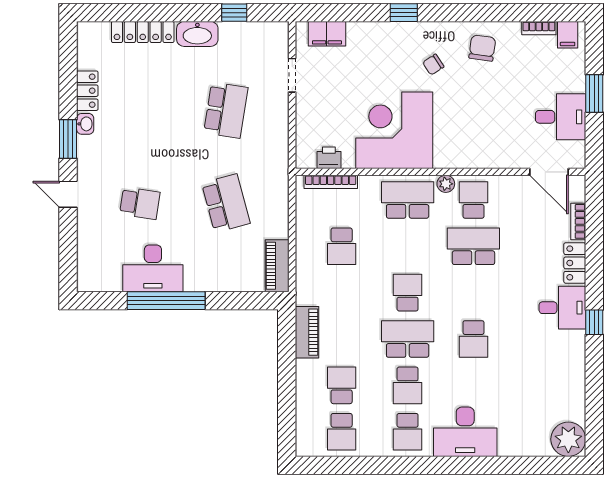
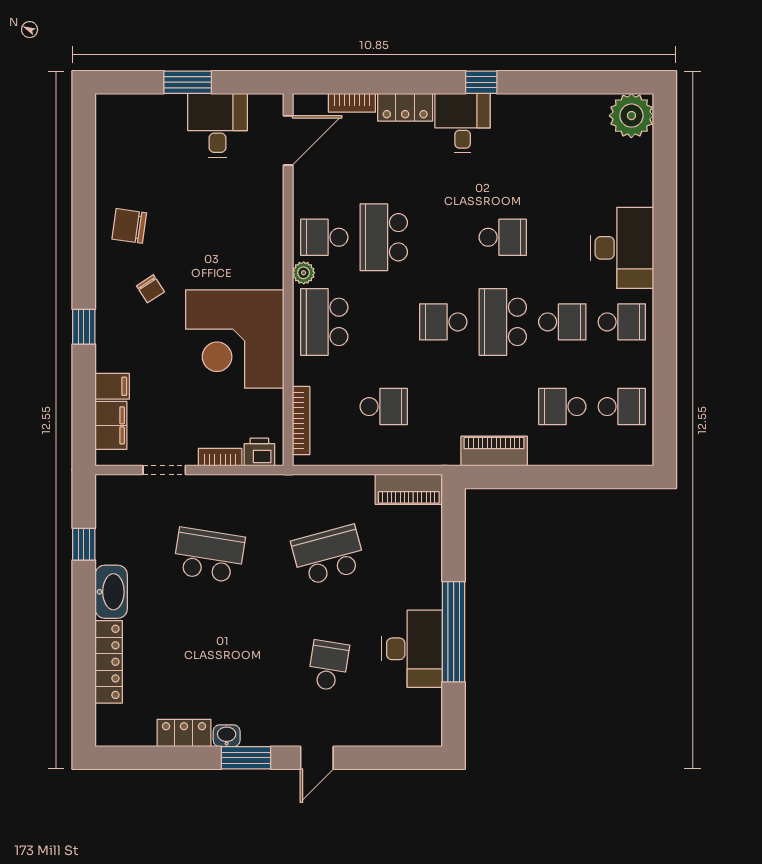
bookcase: (539, 28) -> (220, 457), moved, turned -90
filing cabinet: (568, 35) -> (112, 386), moved
printer: (329, 158) -> (259, 452), moved, turned 90

